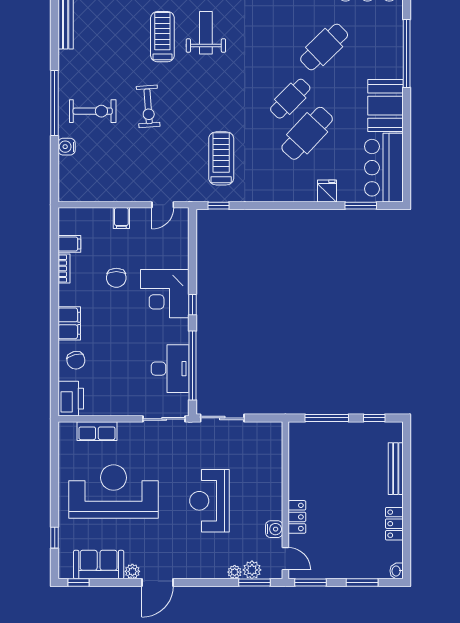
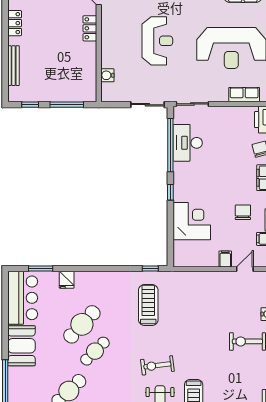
exercise bike: (148, 106) -> (157, 365), moved, turned -93
treadmill: (221, 158) -> (148, 305), turned 180
door: (163, 205) -> (245, 269), moved
chair: (116, 278) -> (243, 212), moved
corner desk: (165, 294) -> (192, 221), moved
water cooler: (274, 529) -> (107, 75), moved

